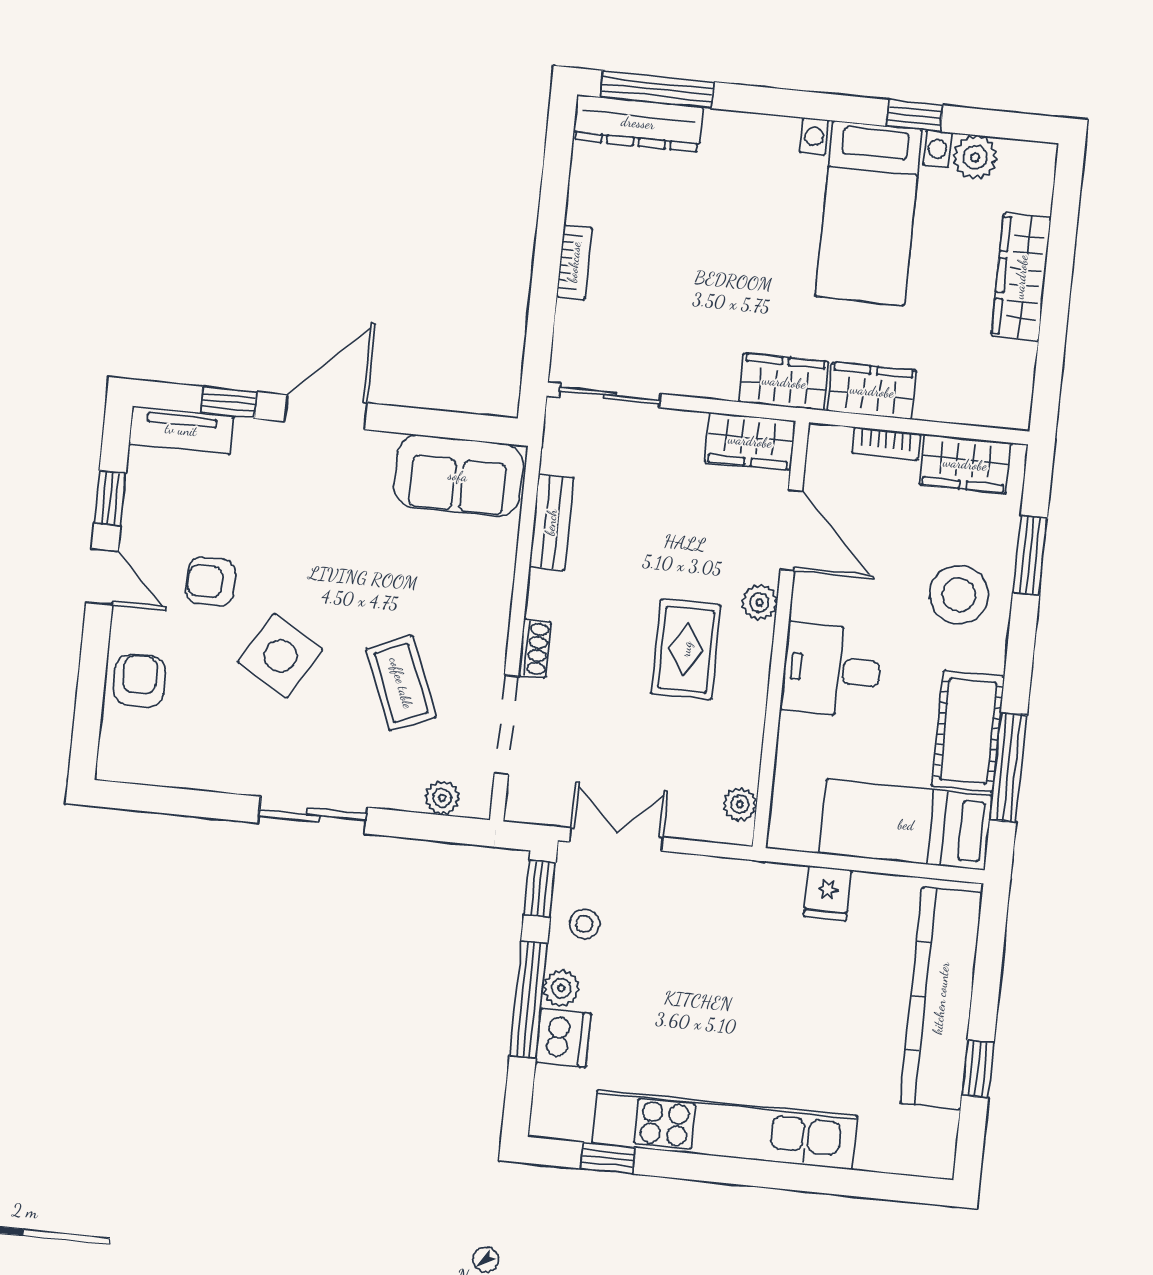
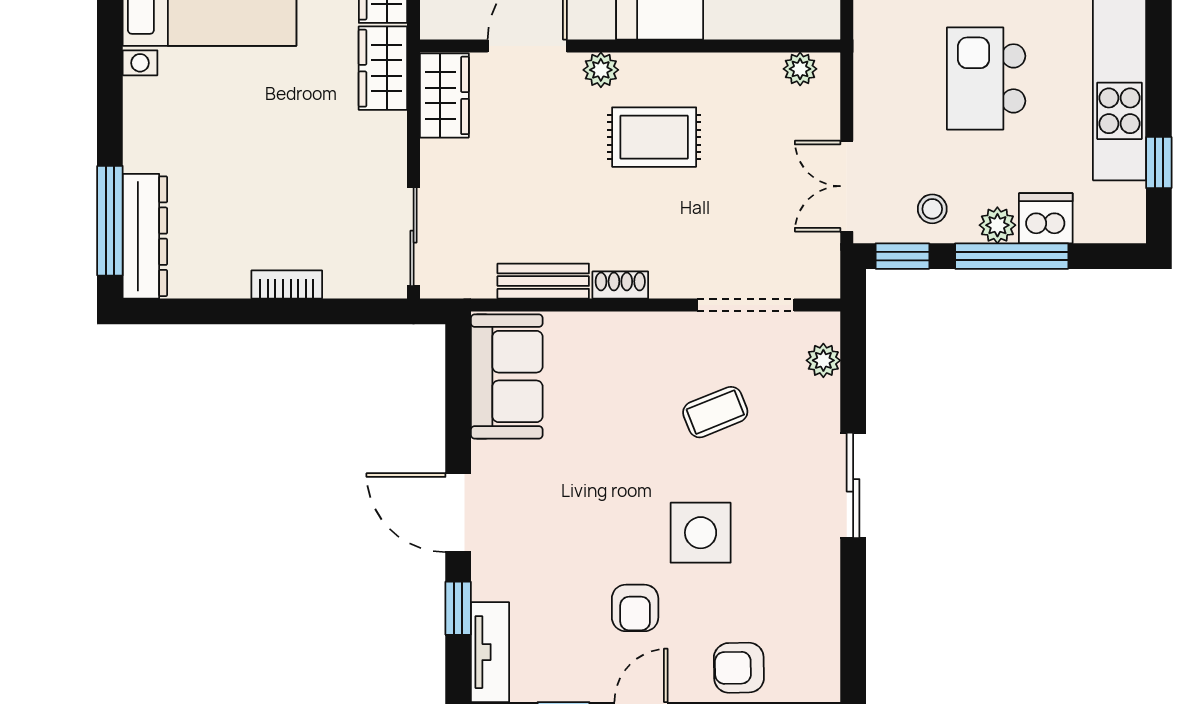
shoe rack: (535, 649) -> (620, 285), moved
side table: (280, 656) -> (701, 533), turned -31
coffee table: (401, 683) -> (715, 412), width x0.73, depth x0.77
kitchen island: (711, 992) -> (986, 78), added

